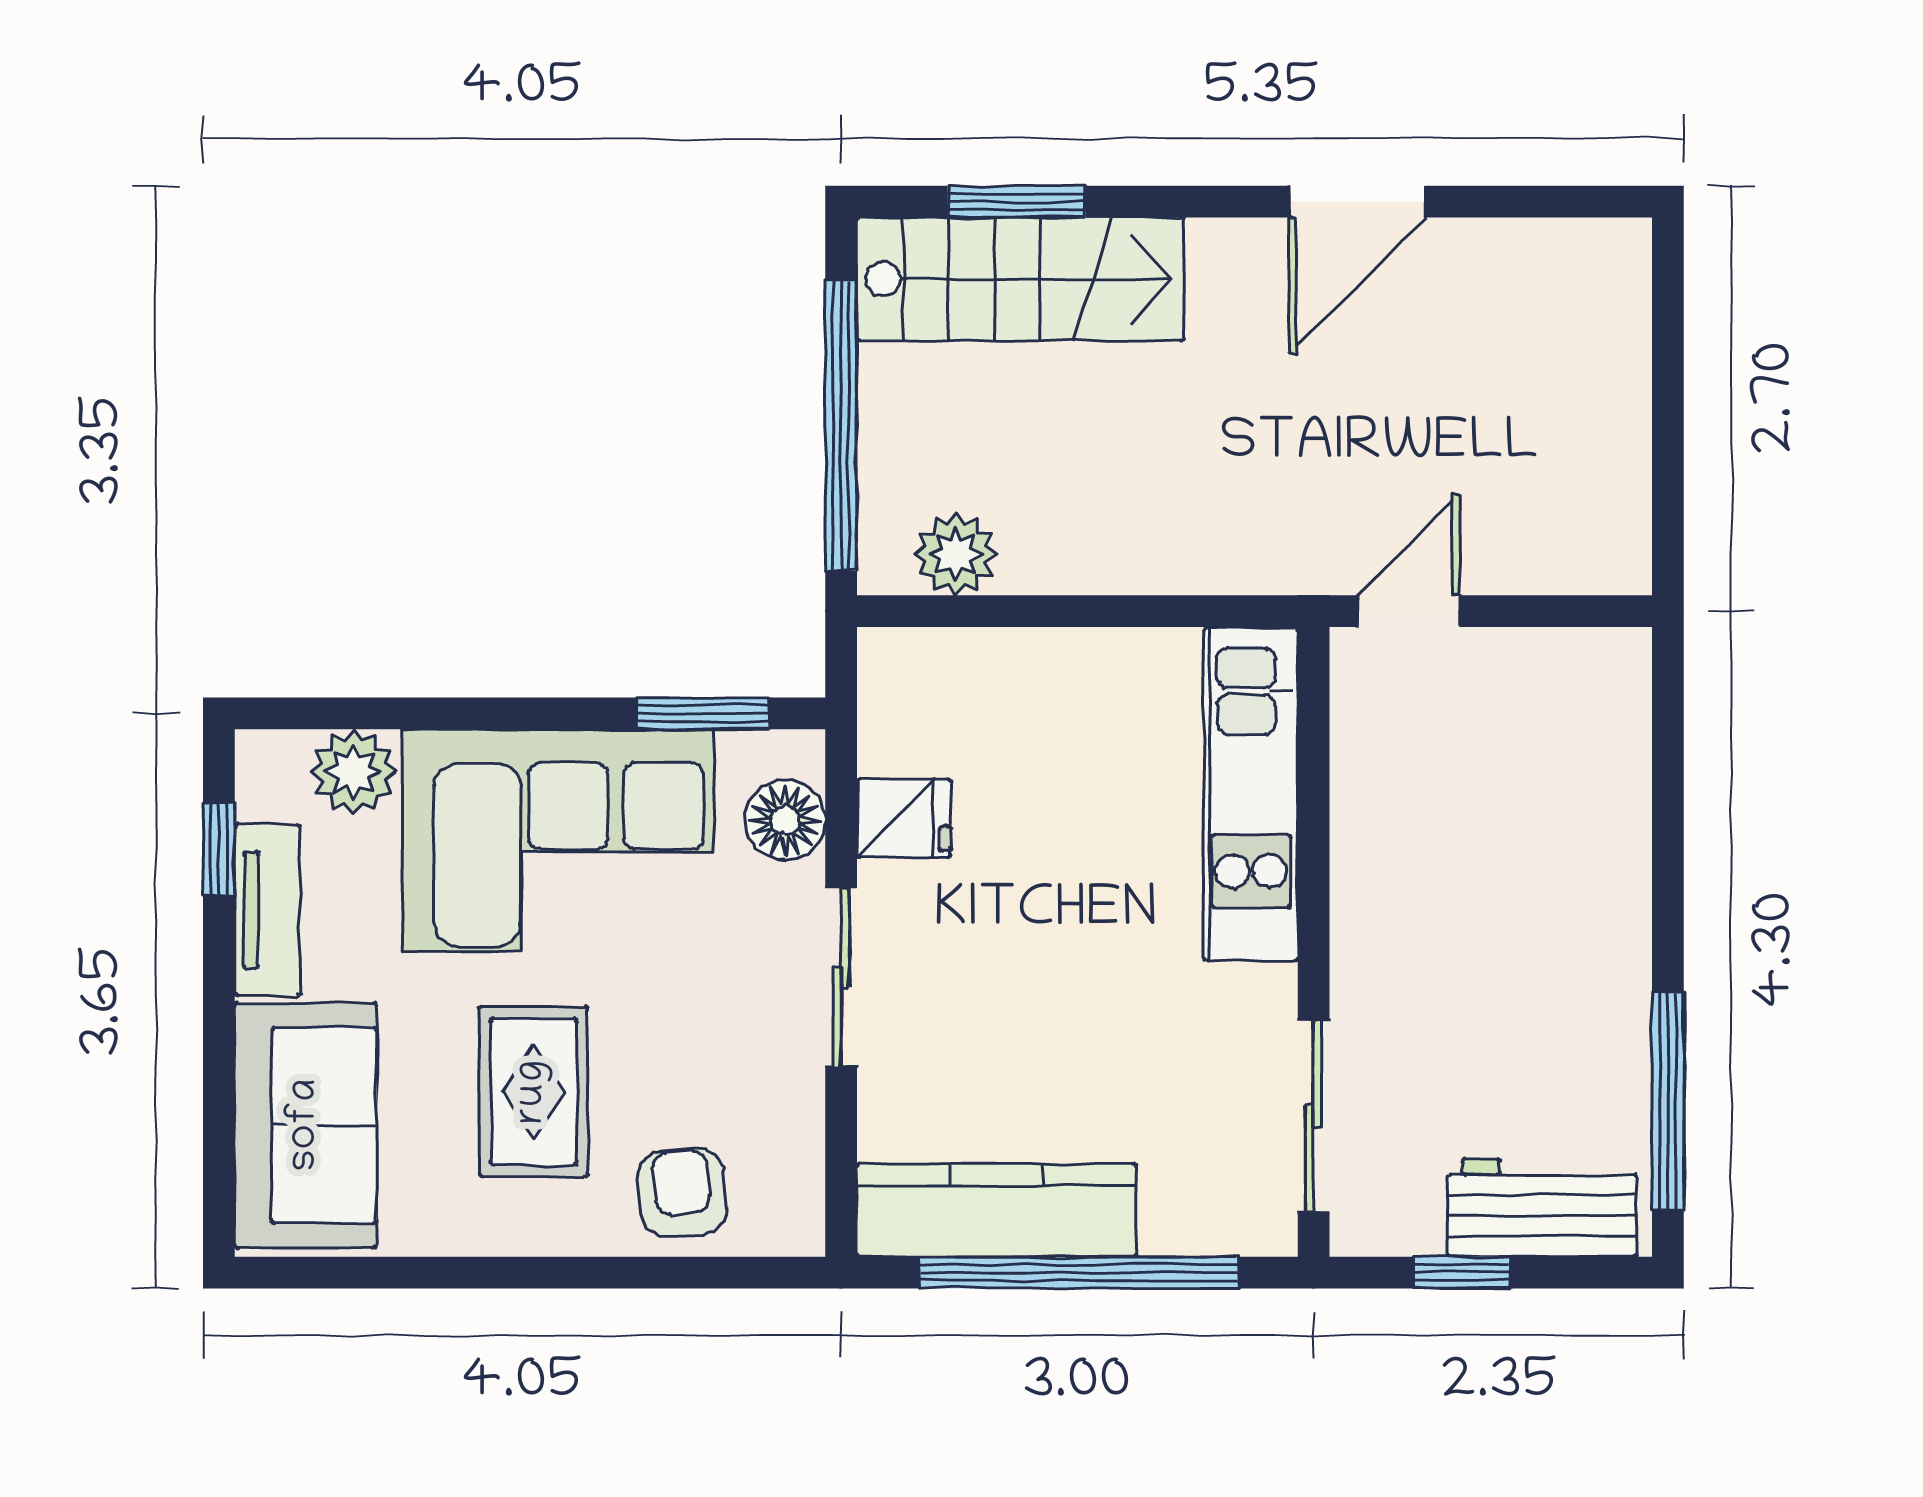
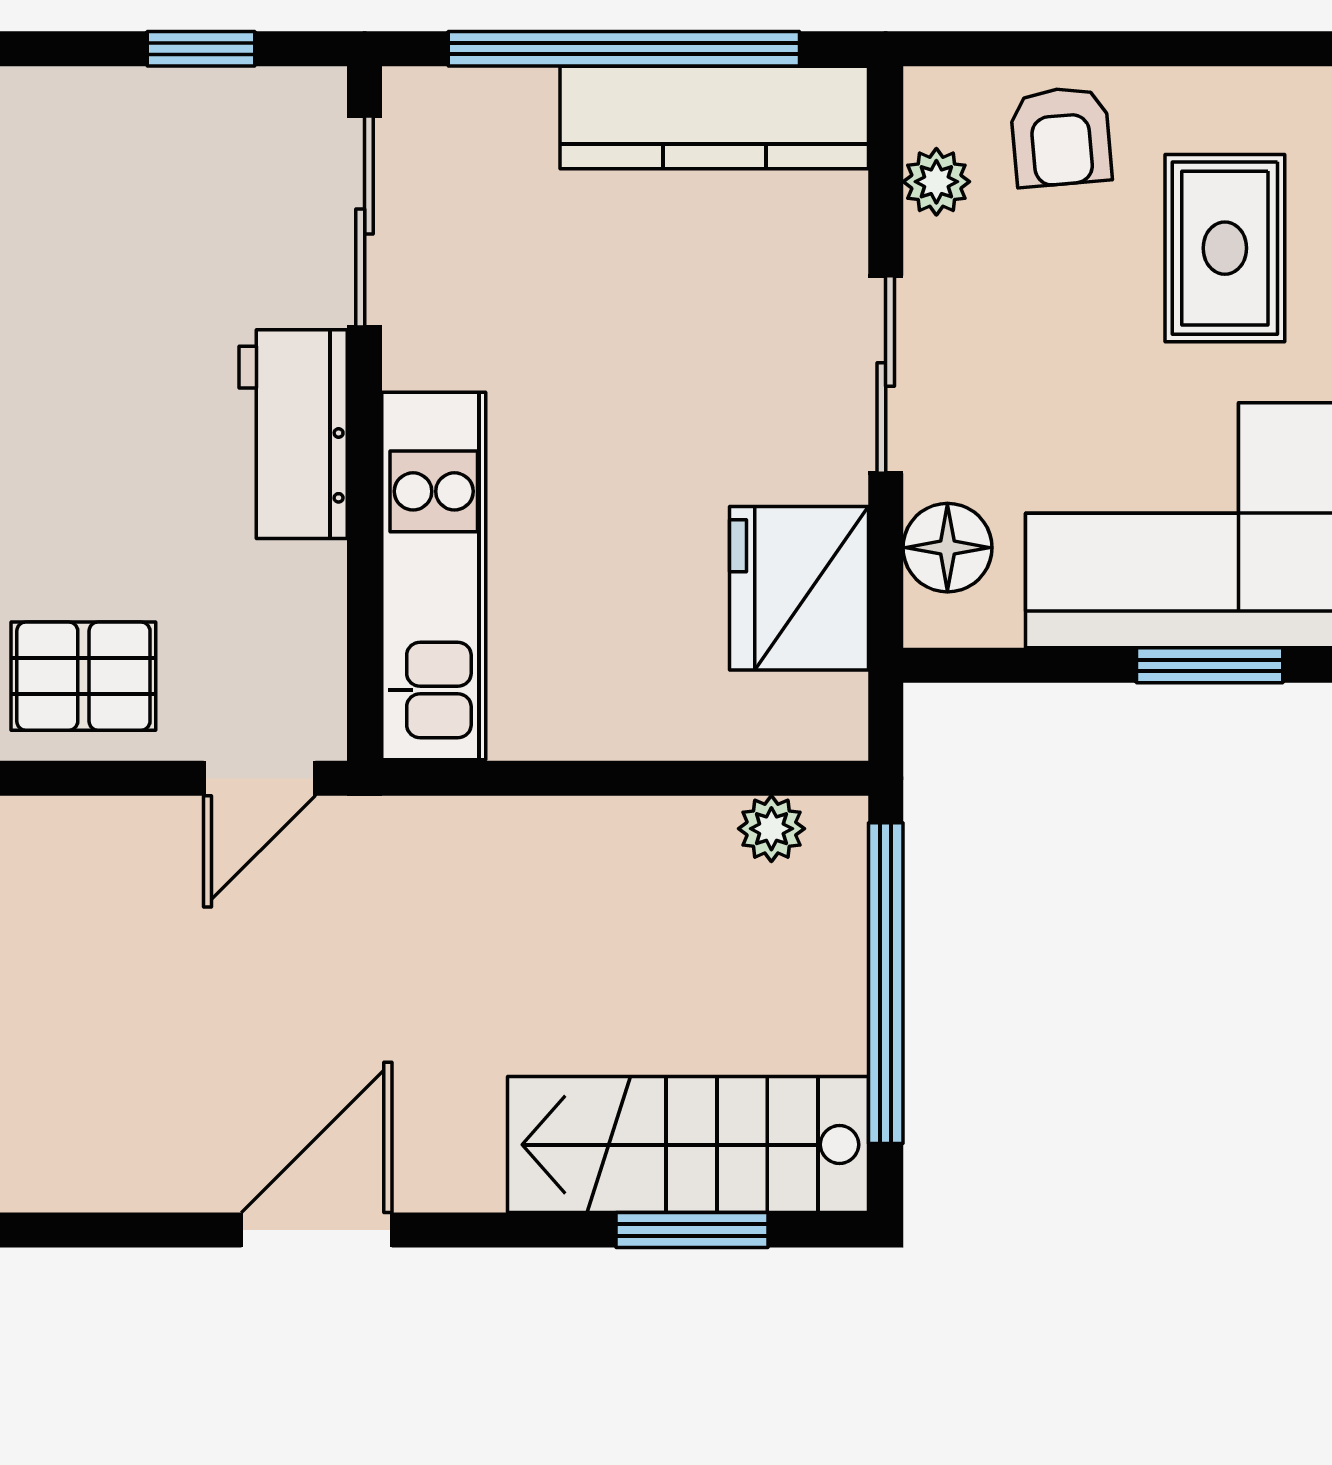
plant: (956, 554) -> (771, 829), width x0.73, depth x0.73
pallet: (1568, 704) -> (83, 676), added
window: (703, 713) -> (1210, 665), moved
fridge: (904, 818) -> (799, 588), width x1.88, depth x1.34
plant: (795, 1152) -> (936, 182), added
workbench: (1542, 1208) -> (293, 434), moved, turned 90

